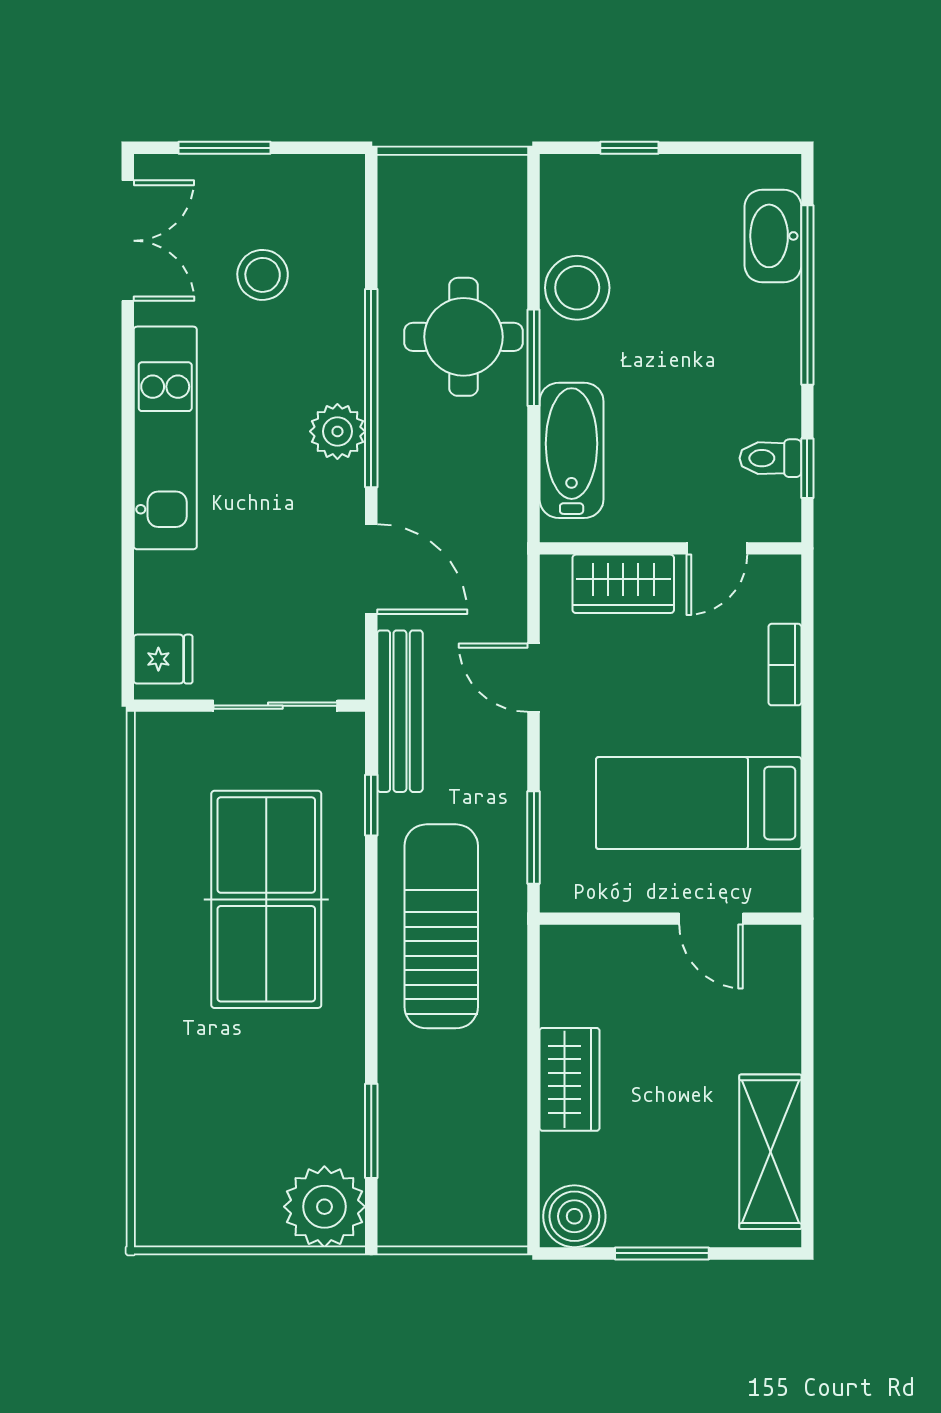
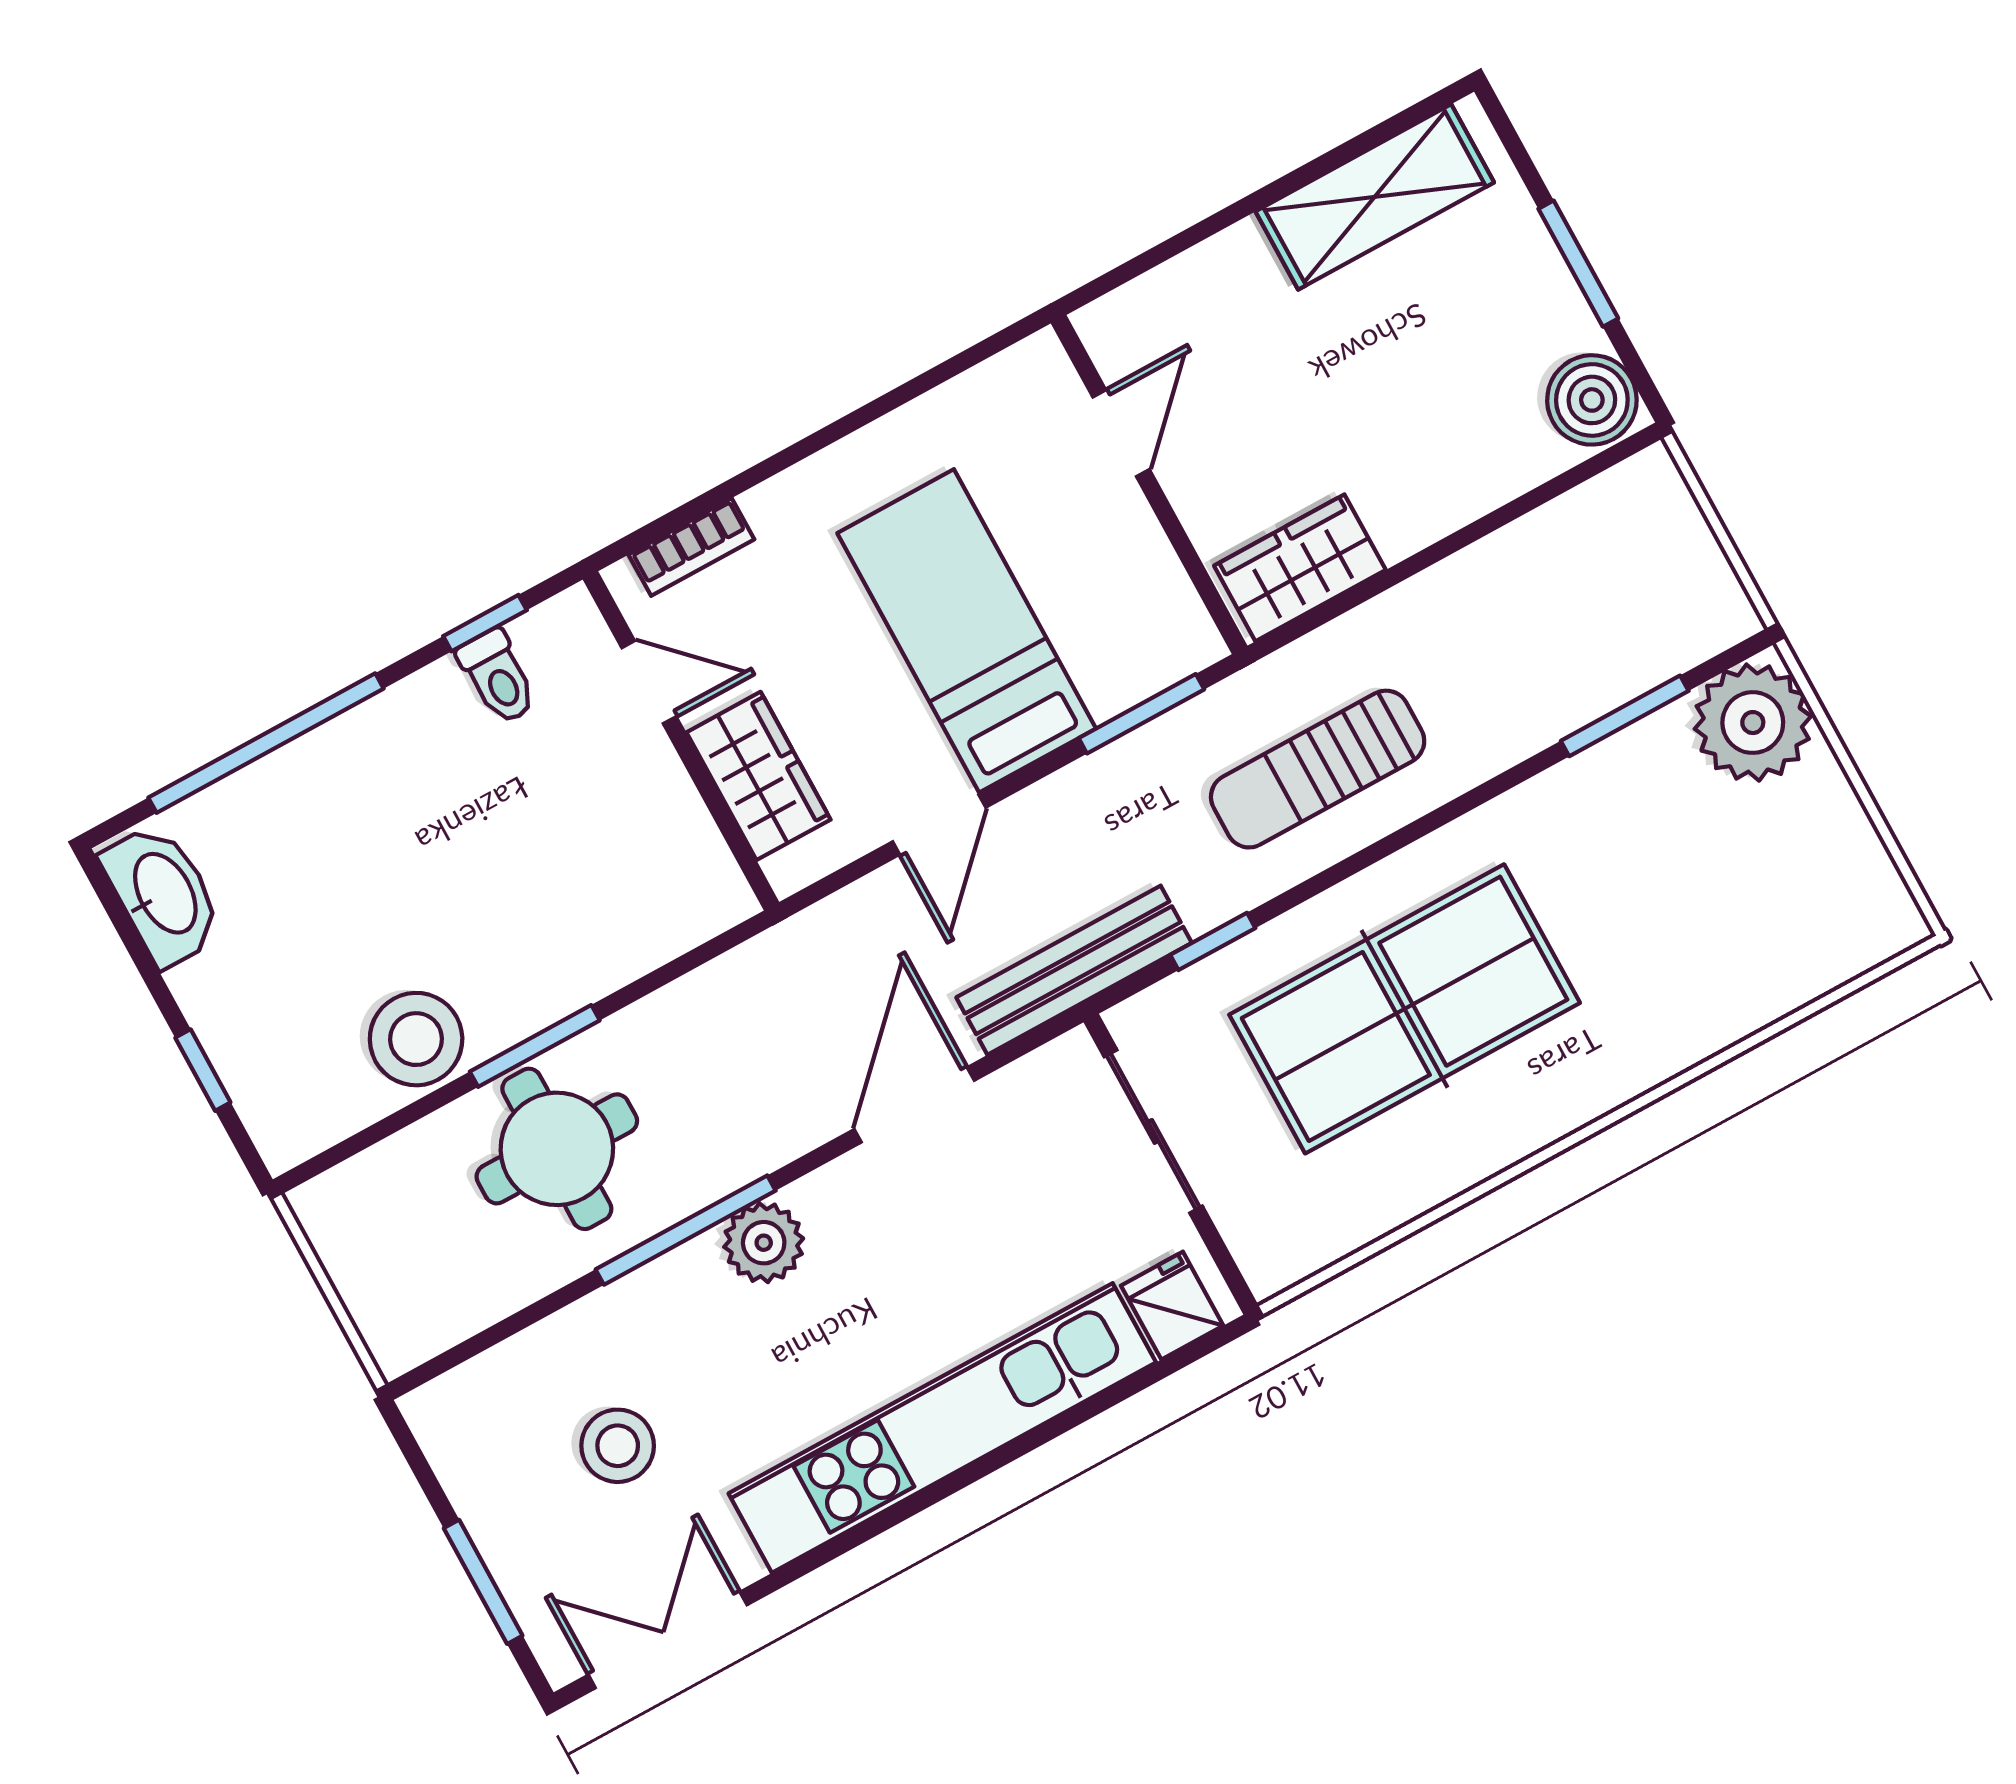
washbasin: (773, 236) -> (163, 894), moved, turned -90
window: (371, 388) -> (686, 1230), width x0.68
kitchen unit: (165, 438) -> (942, 1428), width x1.36
bathtub: (572, 450) -> (626, 934), removed
bookcase: (785, 665) -> (691, 547), moved
bed: (699, 803) -> (967, 631), moved, turned 180
sun lounger: (441, 926) -> (1318, 769), width x0.73, depth x0.75
wardrobe: (570, 1079) -> (1300, 568), moved

